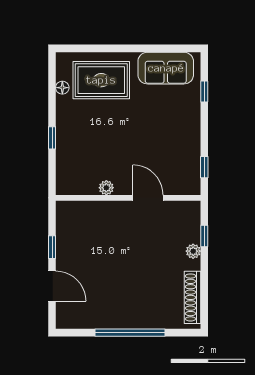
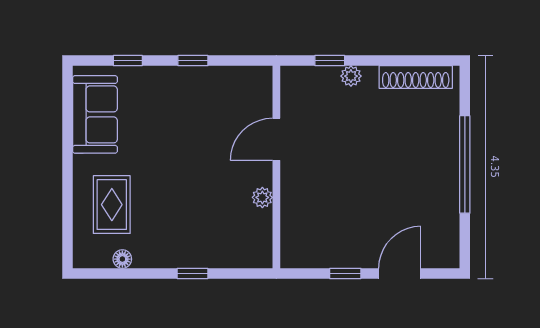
rug: (101, 80) -> (112, 205), width x0.73, depth x0.70
window: (204, 167) -> (193, 61), moved

